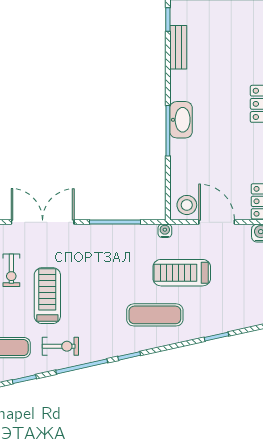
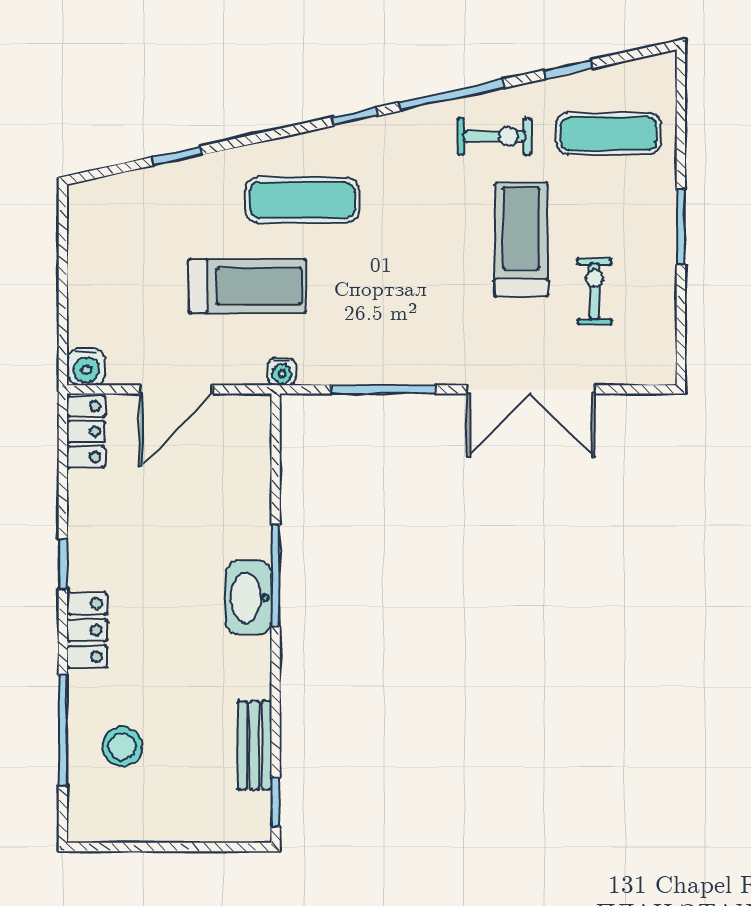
stool: (187, 205) -> (122, 746), moved
door: (217, 222) -> (176, 389), hinge flipped
treadmill: (47, 296) -> (521, 239), turned 180
exercise bike: (60, 346) -> (495, 136), turned 180

